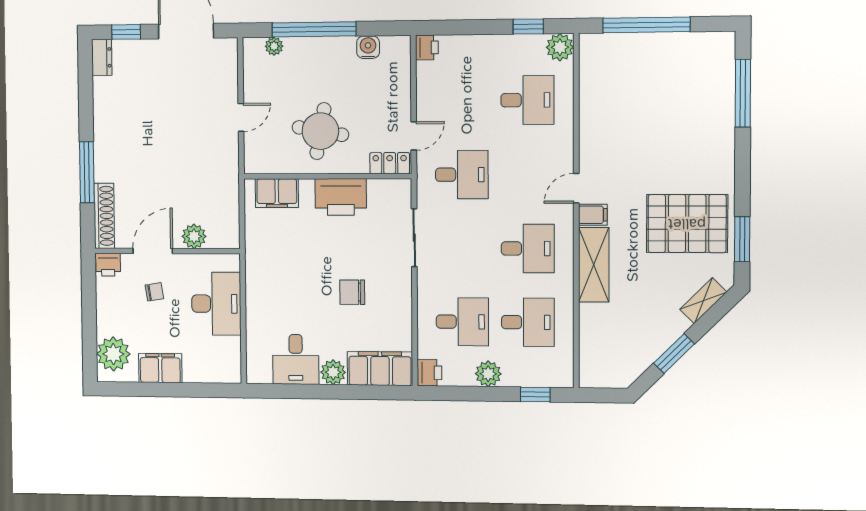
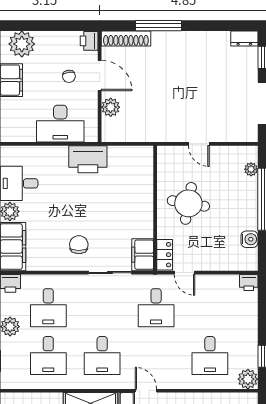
filing cabinet: (277, 193) -> (143, 255), moved
printer: (341, 197) -> (88, 159), moved, turned -90
chair: (352, 292) -> (79, 245), moved

